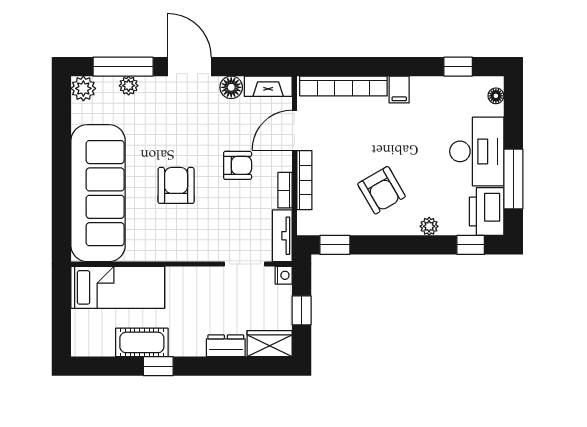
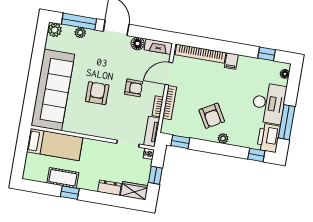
plant: (429, 226) -> (223, 138), moved

